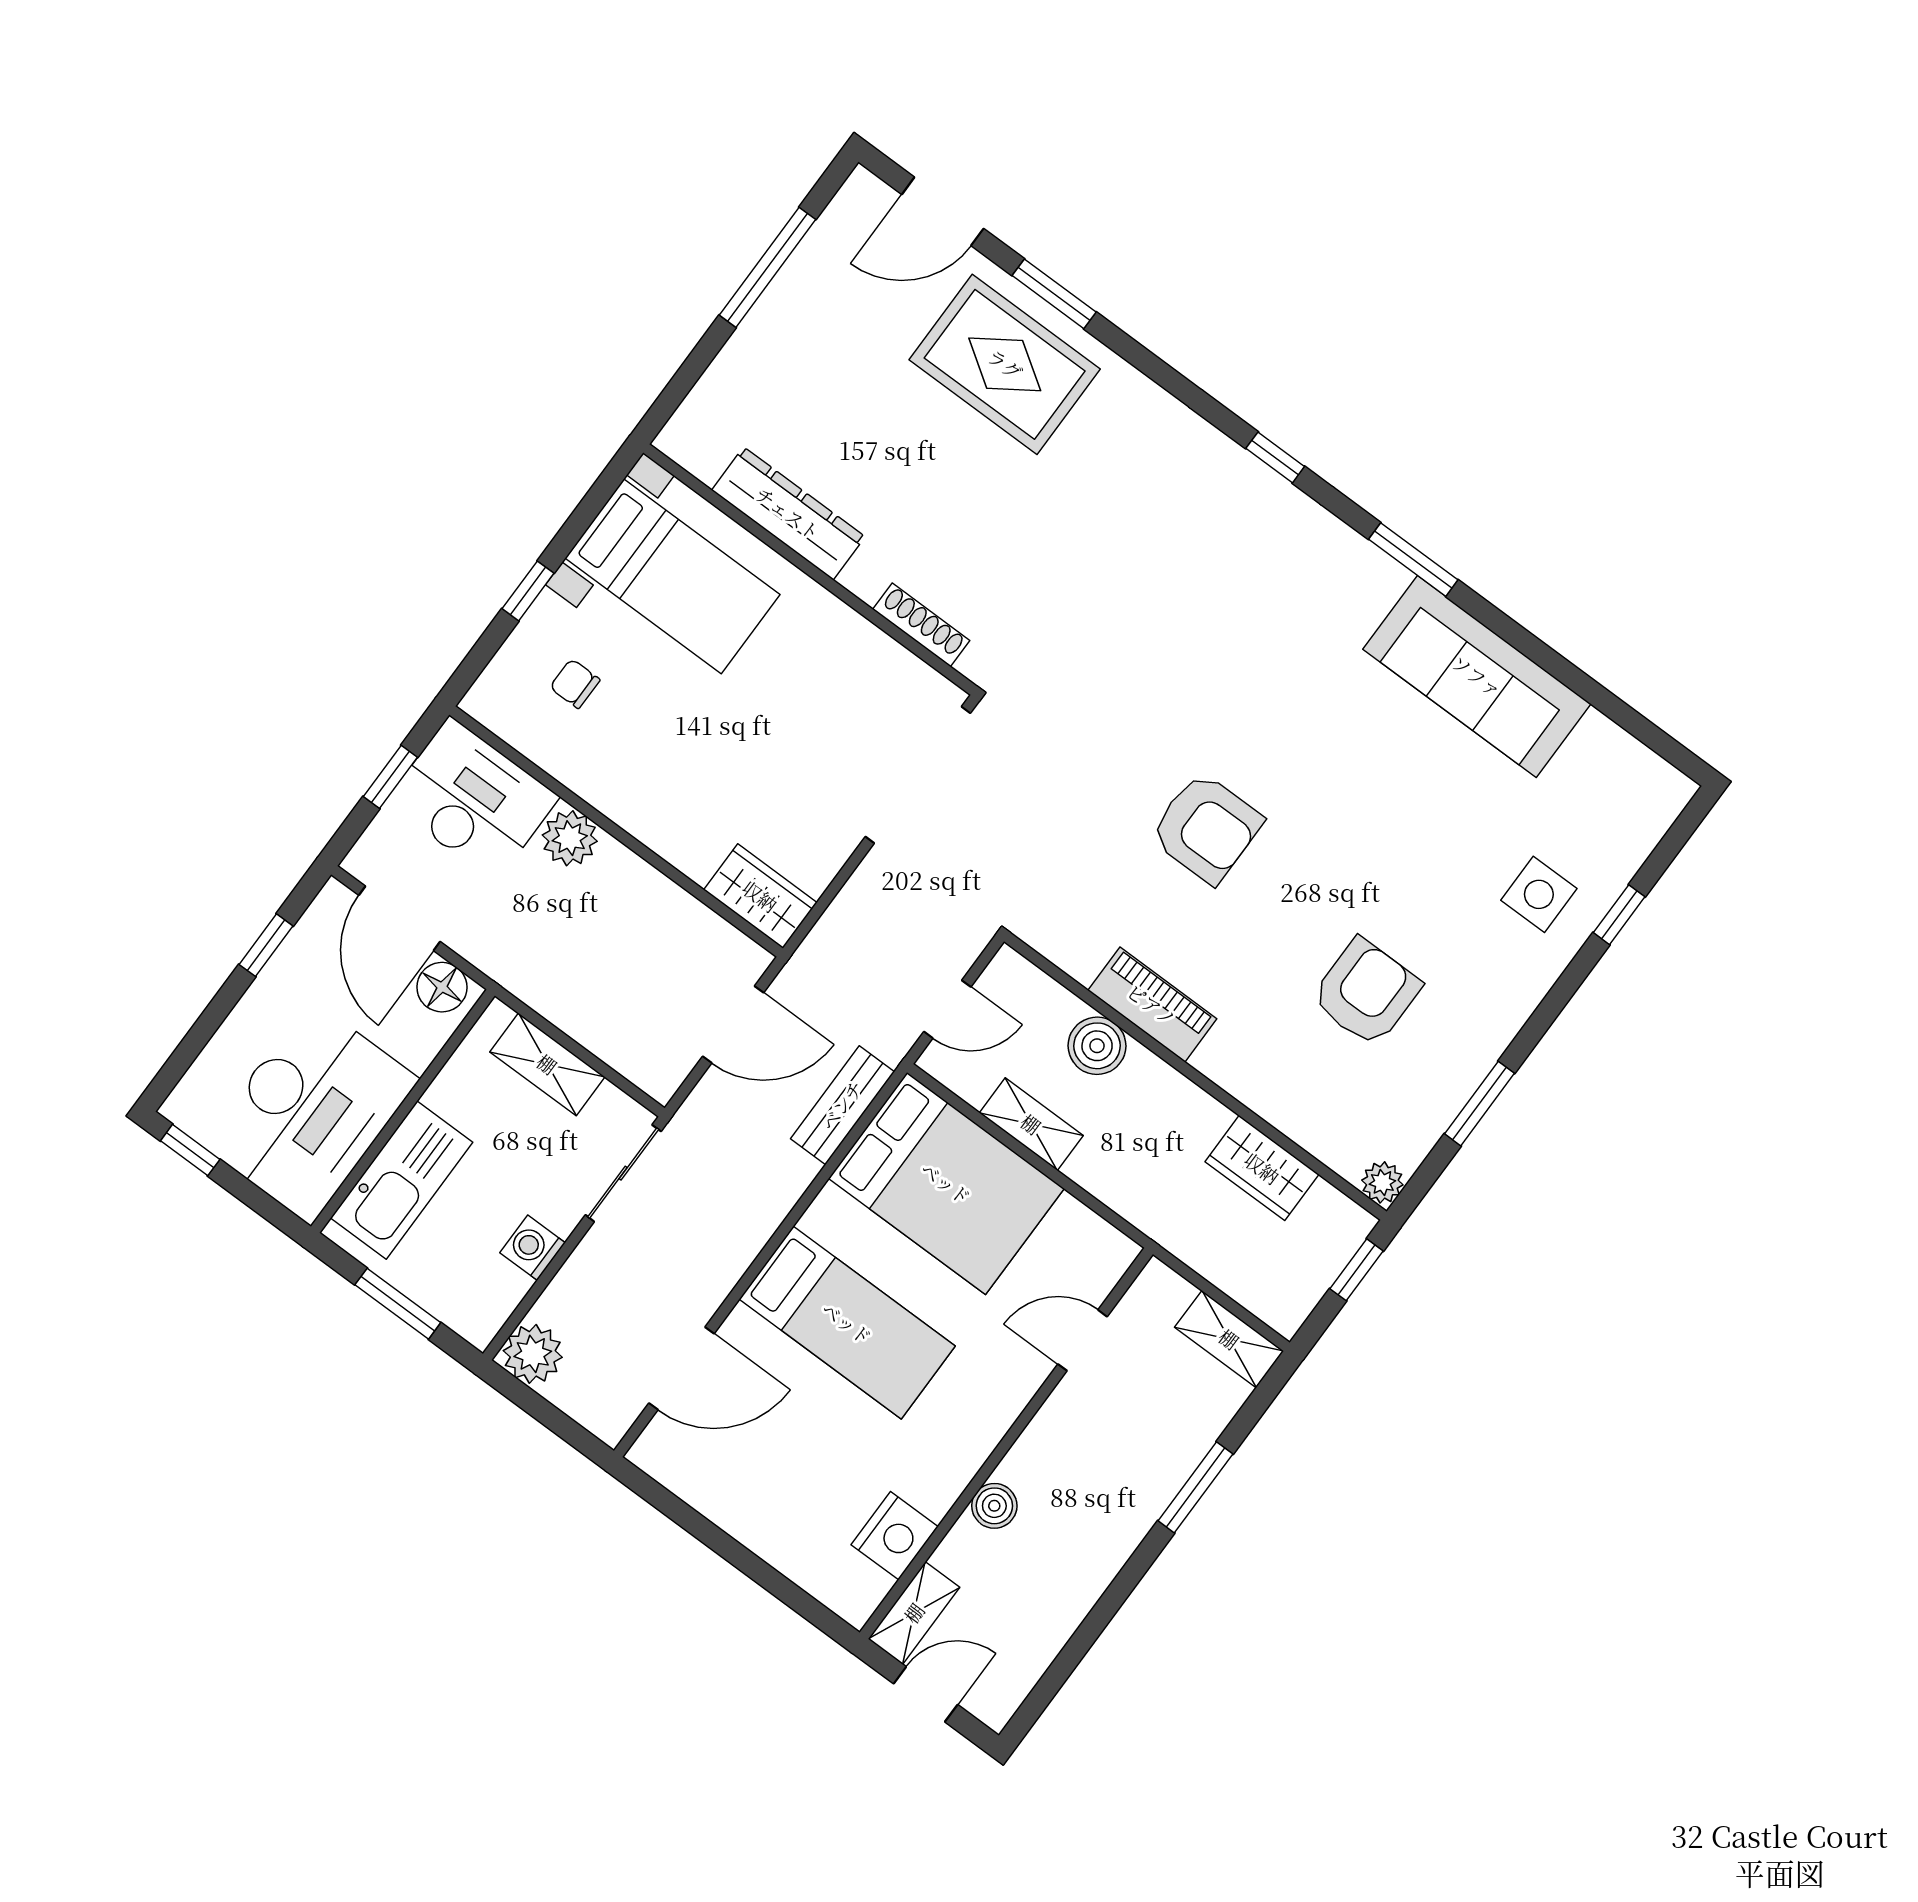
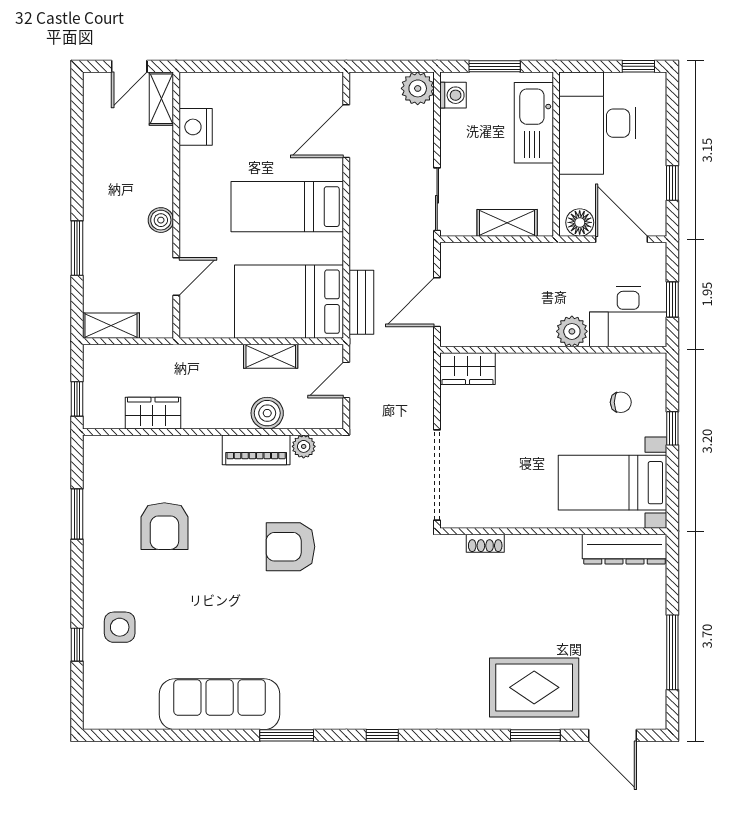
door: (943, 211) -> (612, 735), swing flipped
dresser: (788, 513) -> (625, 549), moved
shoe rack: (921, 625) -> (485, 543), width x0.70
plant: (1382, 1182) -> (304, 446), moved
washing machine: (533, 1248) -> (453, 95), moved
boiler: (994, 1506) -> (161, 220), moved

